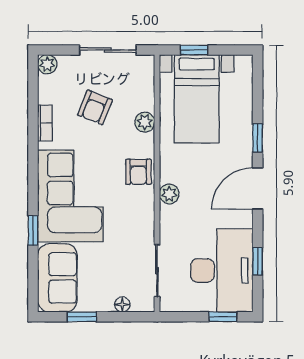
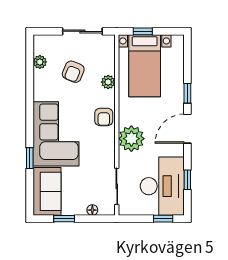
plant: (47, 64) -> (40, 62), moved
bookcase: (45, 123) -> (38, 83), removed
plant: (169, 194) -> (131, 139), width x1.88, depth x1.88

